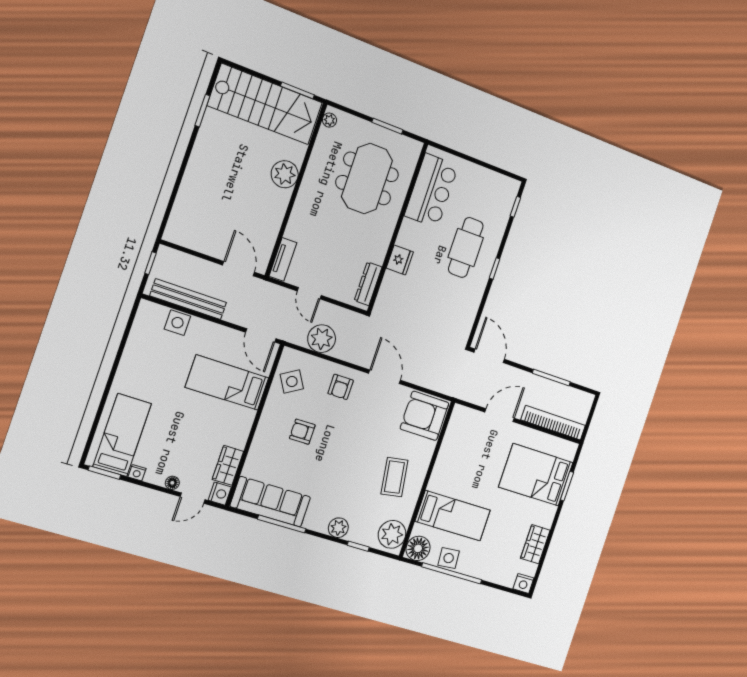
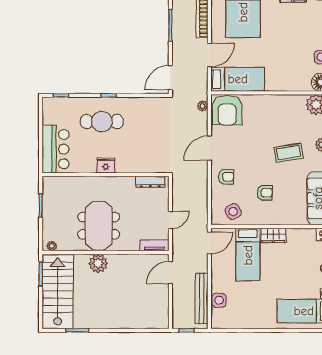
meeting table: (367, 179) -> (99, 226), moved, turned 90
bar counter: (431, 191) -> (56, 149), moved, turned 90
fridge: (400, 260) -> (106, 165), moved
plant: (322, 339) -> (203, 106), moved, width x0.53, depth x0.53
door: (500, 415) -> (209, 55), swing flipped
armchair: (302, 432) -> (265, 193), turned -90
wardrobe: (228, 465) -> (273, 235), moved
coffee table: (394, 477) -> (289, 153), moved
bed: (453, 516) -> (238, 79), moved, turned 90

